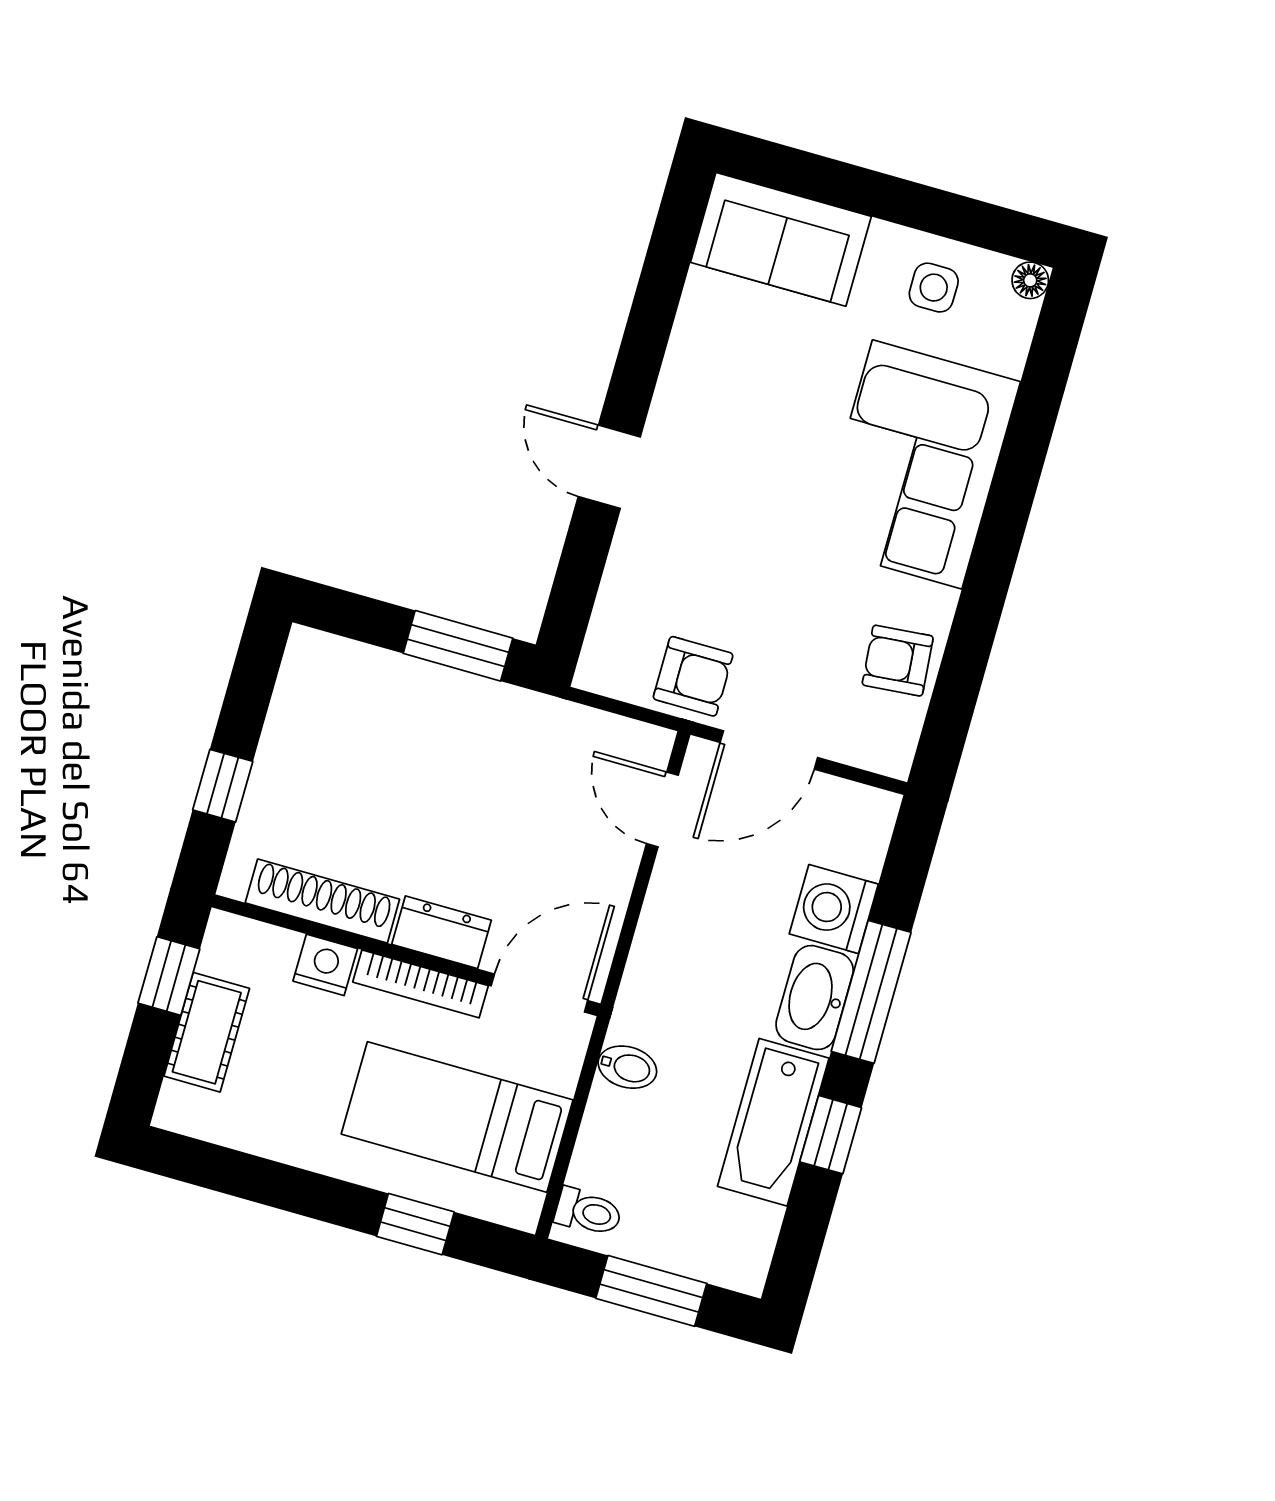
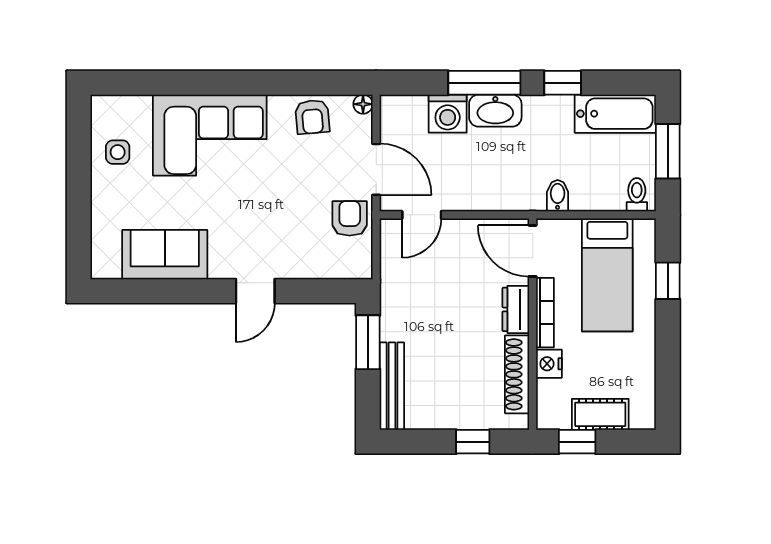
sofa: (781, 239) -> (165, 255), moved, turned -90
floor lamp: (1030, 280) -> (363, 104), moved
bench: (366, 667) -> (392, 386), added
bathtub: (773, 1122) -> (615, 114), moved

